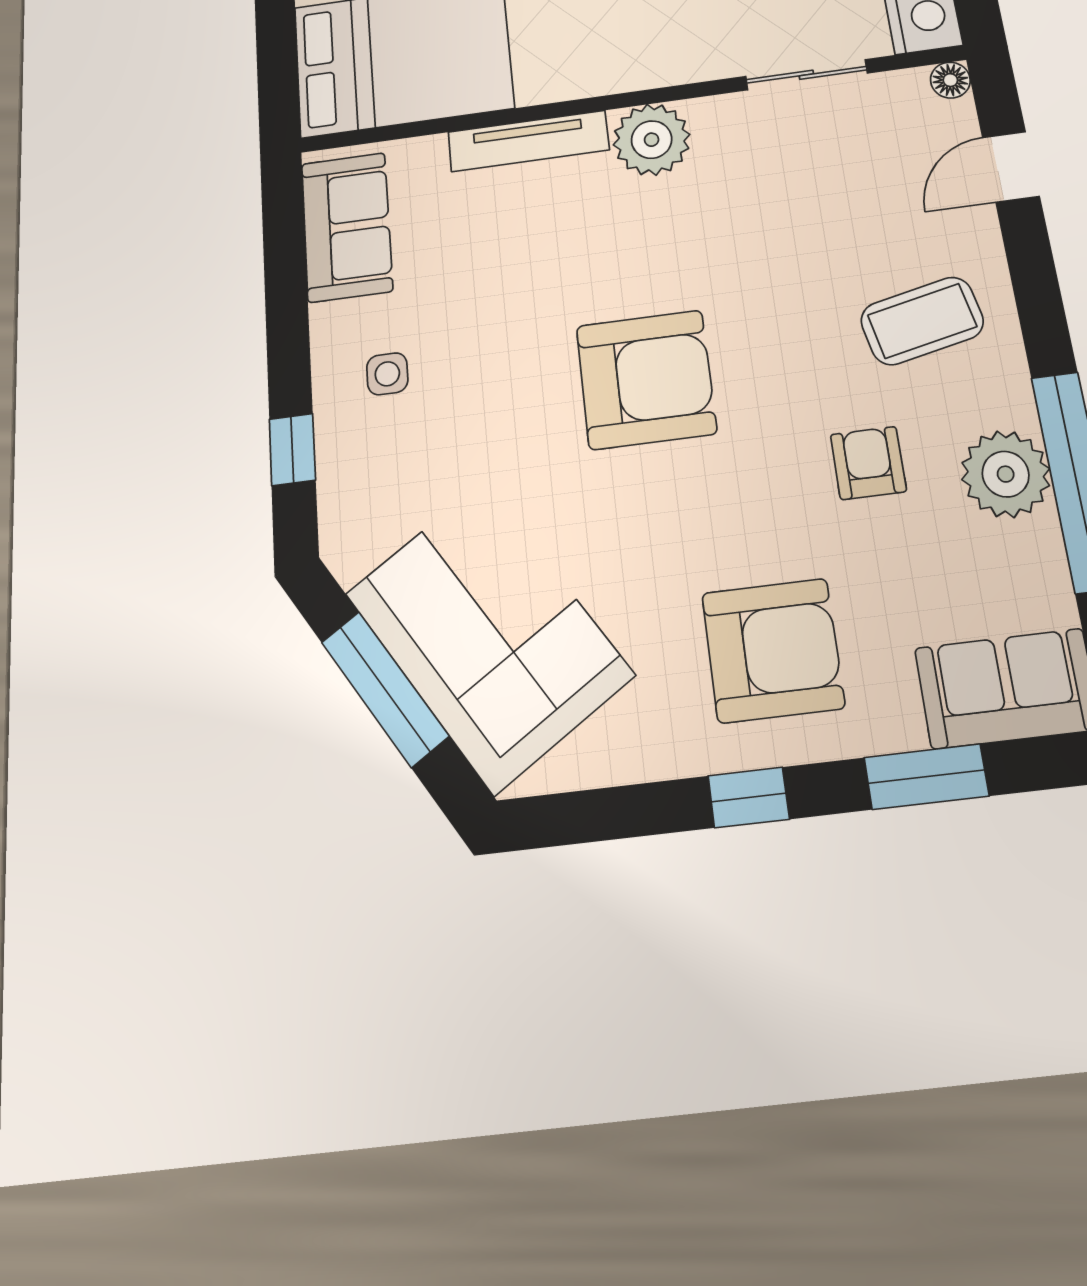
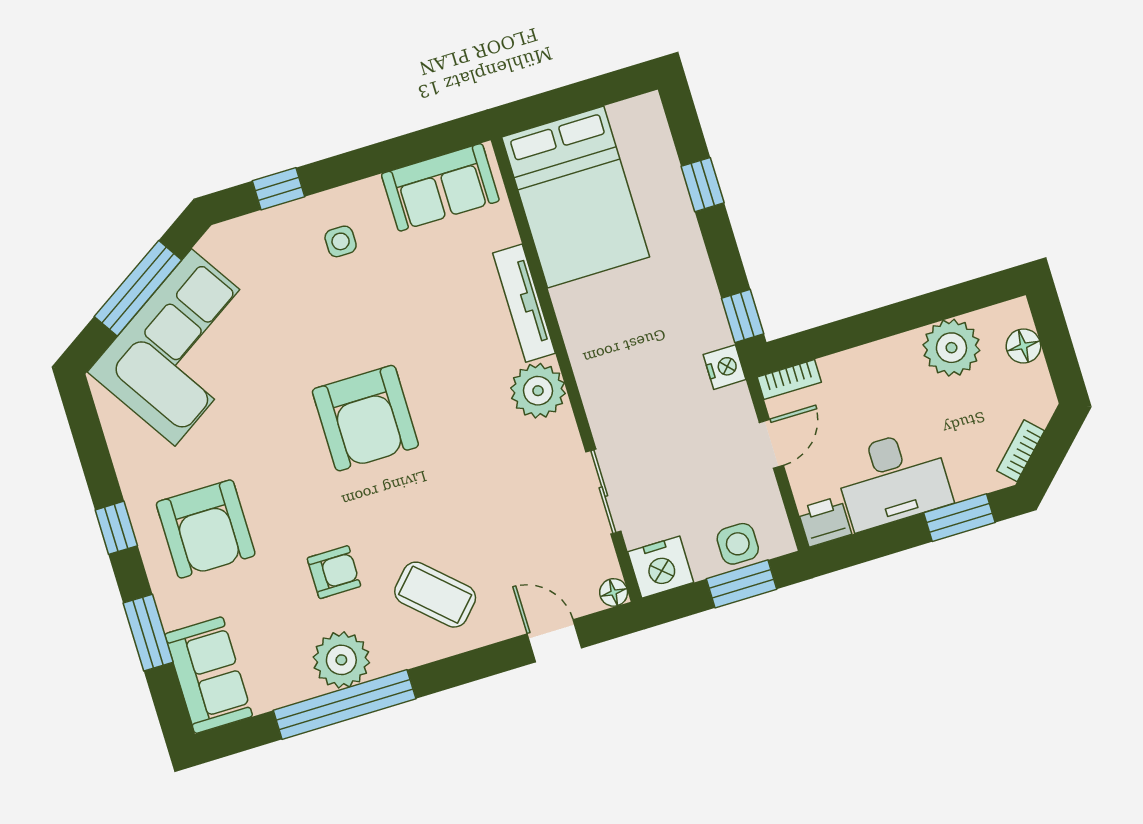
coffee table: (922, 321) -> (435, 595), turned -35

